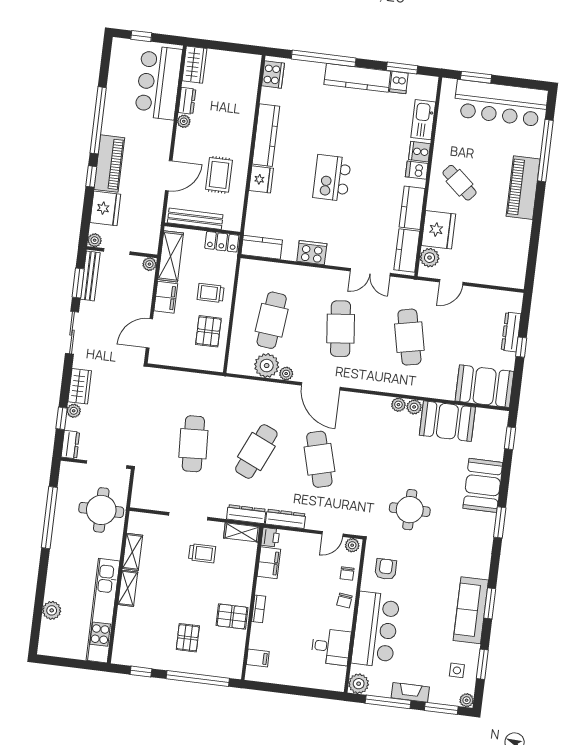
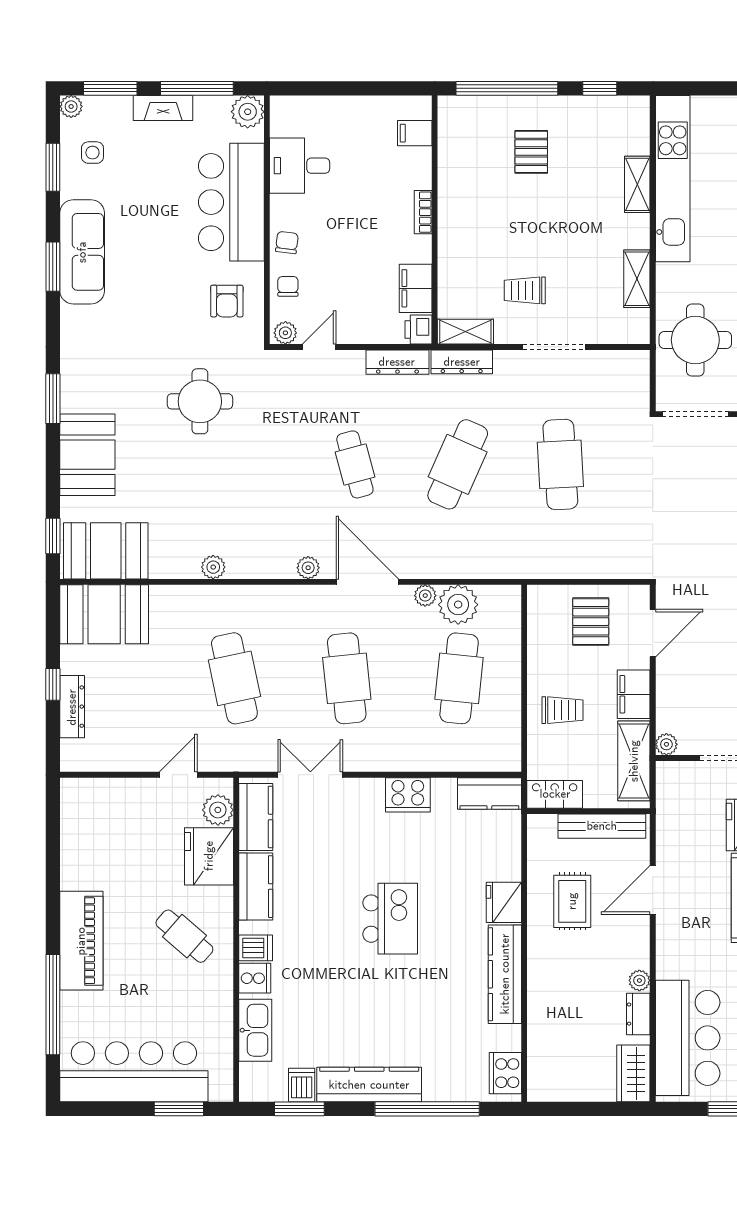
pallet: (208, 331) -> (591, 622), moved
plant: (398, 405) -> (308, 568), moved
booth: (447, 421) -> (106, 551), moved
cafe table: (319, 459) -> (355, 464), width x0.73, depth x0.74
shelving: (128, 588) -> (637, 184), moved
pallet: (232, 616) -> (464, 195), removed

